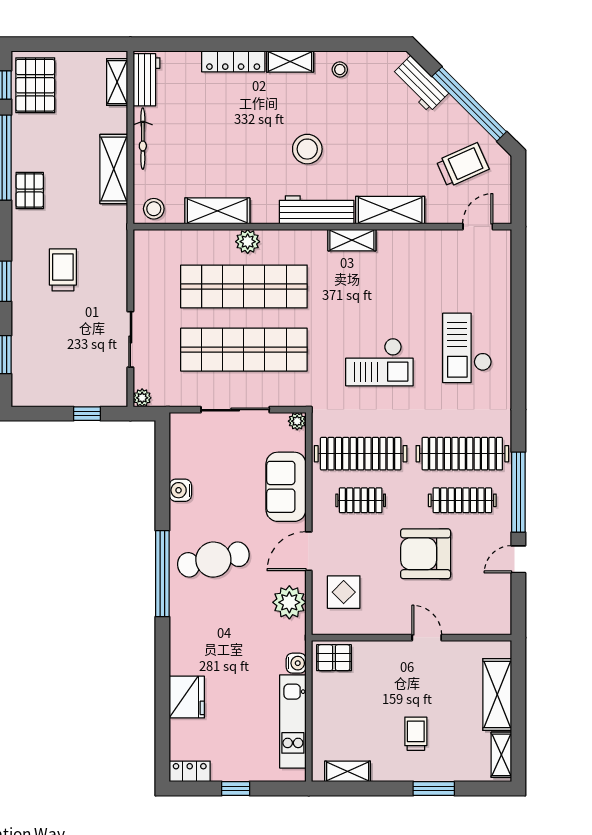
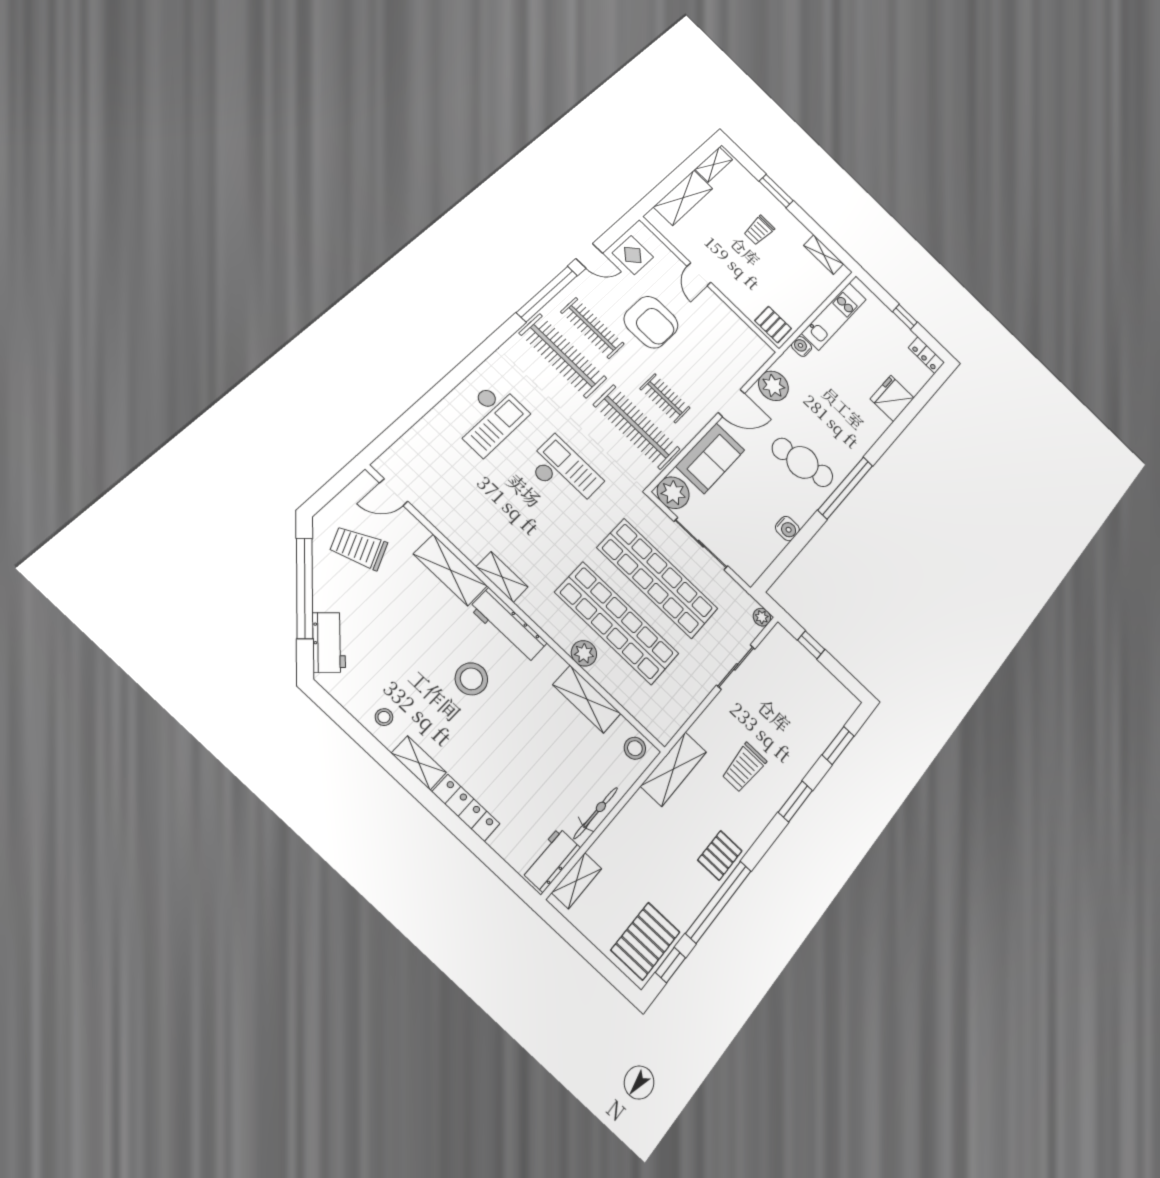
shelving: (114, 169) -> (674, 769), moved
plant: (297, 421) -> (673, 493), width x1.87, depth x1.87
display table: (344, 592) -> (633, 255), moved

